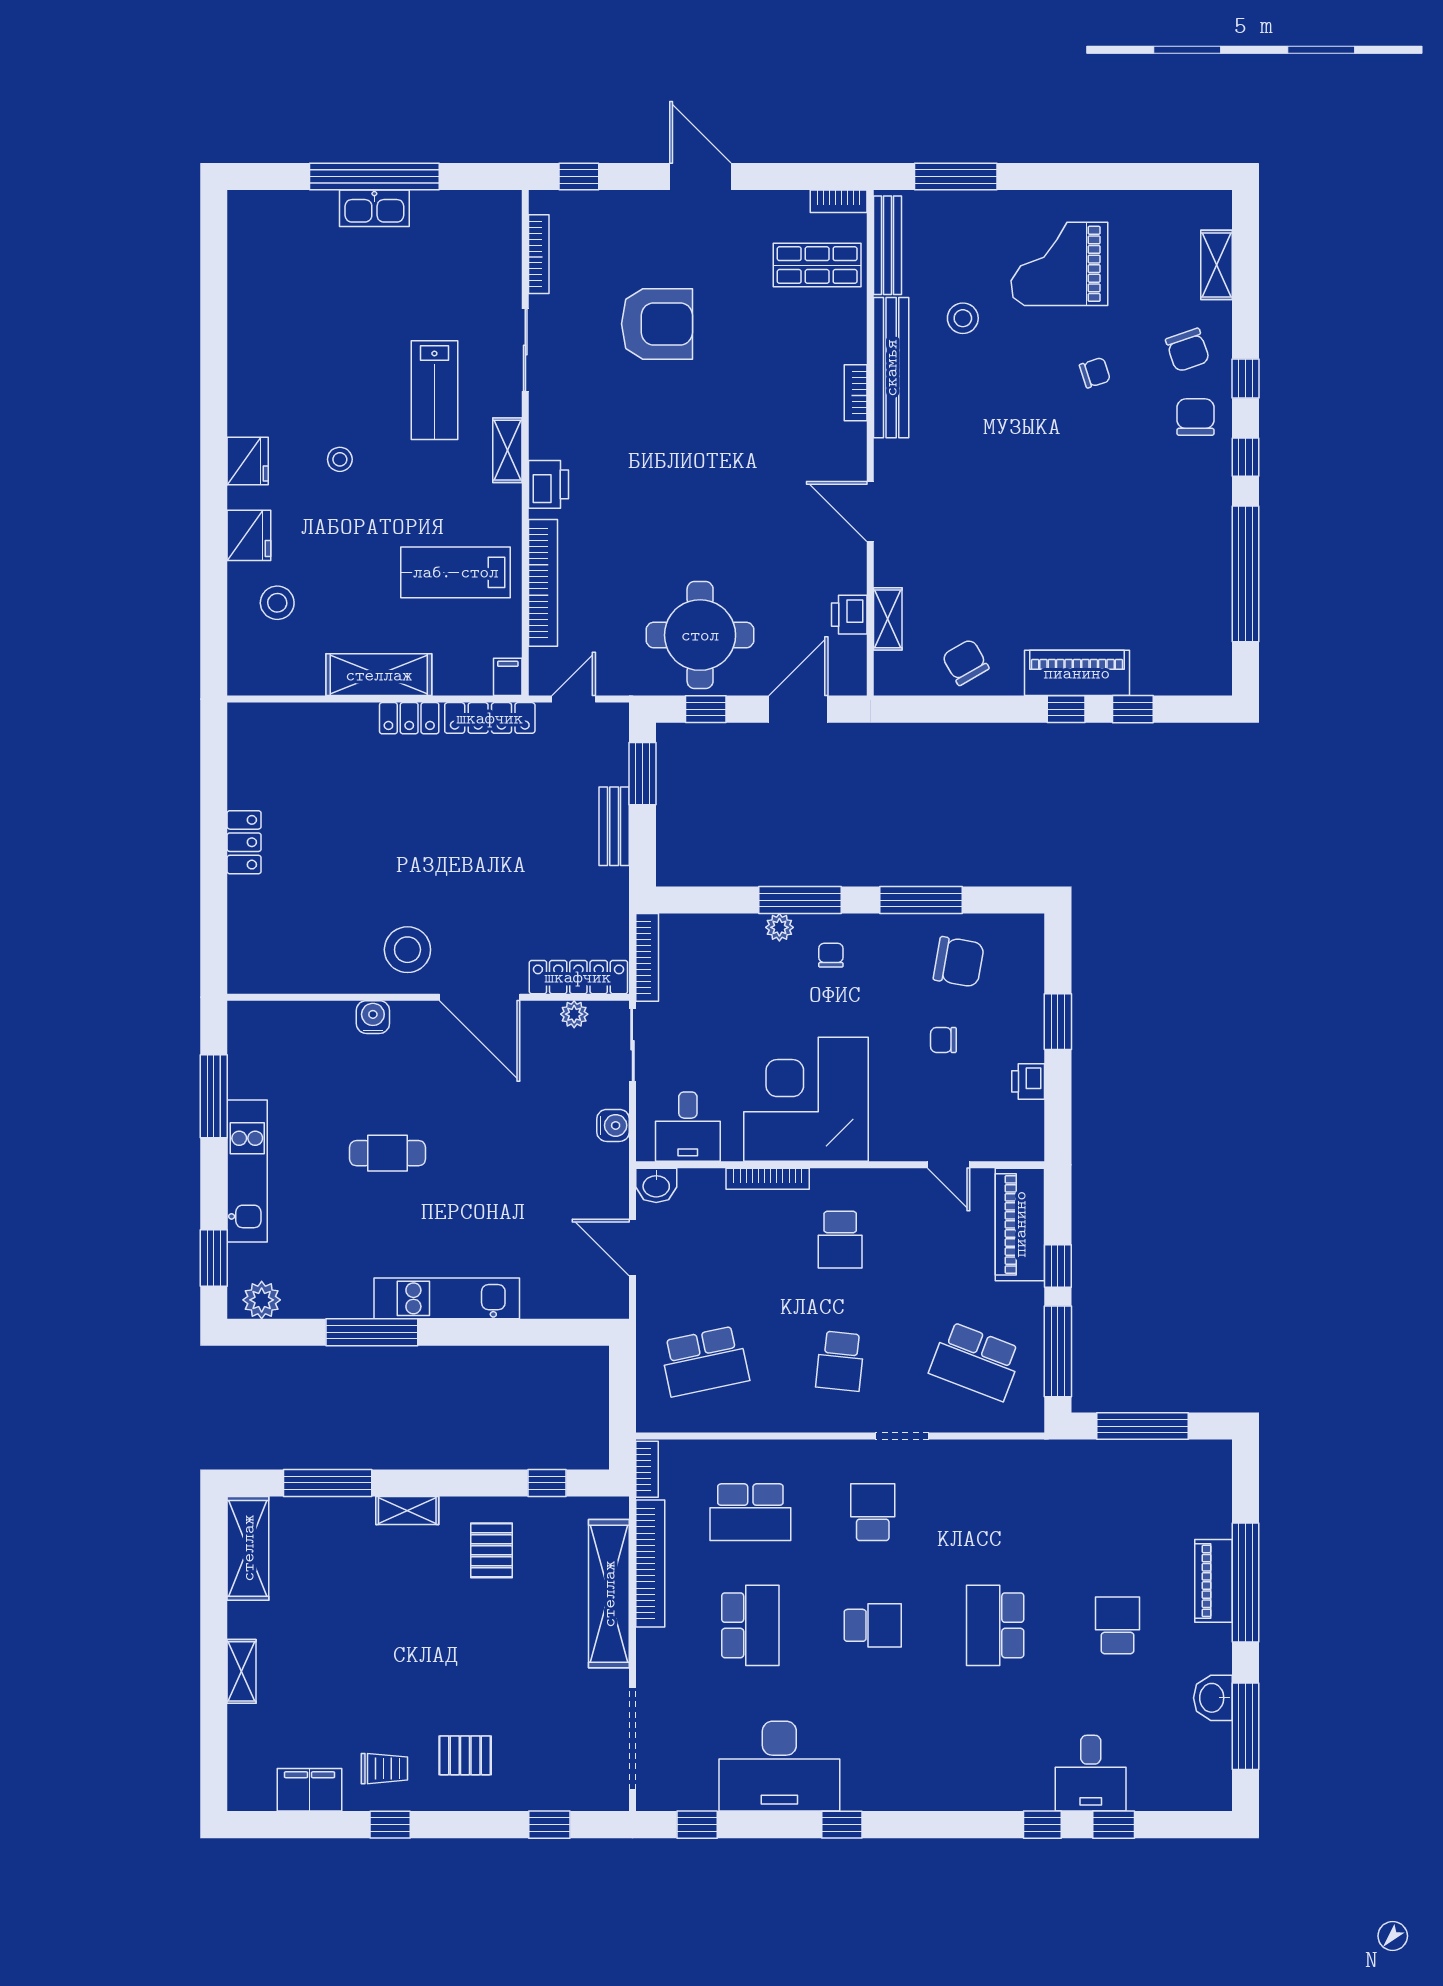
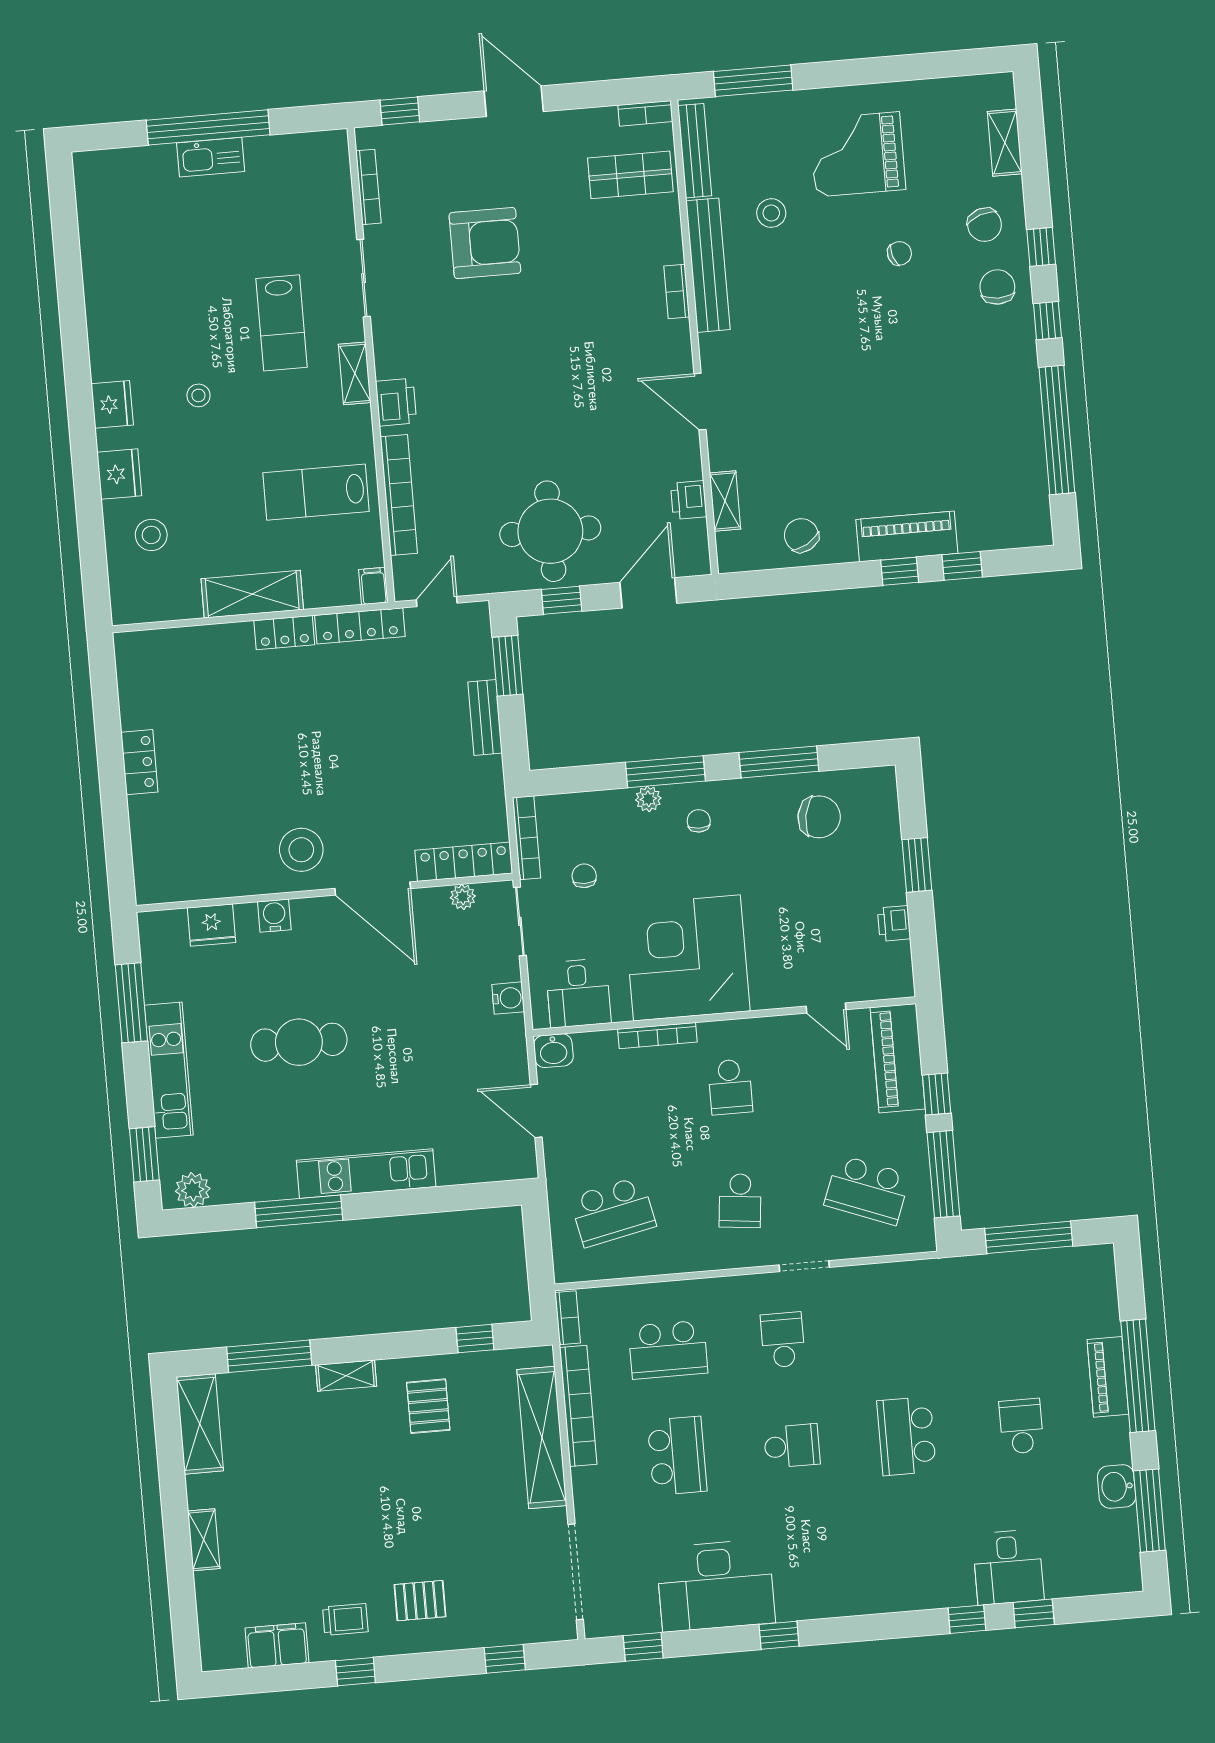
fridge: (306, 1021) -> (212, 925), added
chair: (943, 1040) -> (584, 876), moved, turned 90
cafe table: (388, 1153) -> (299, 1042), width x1.37, depth x1.35

